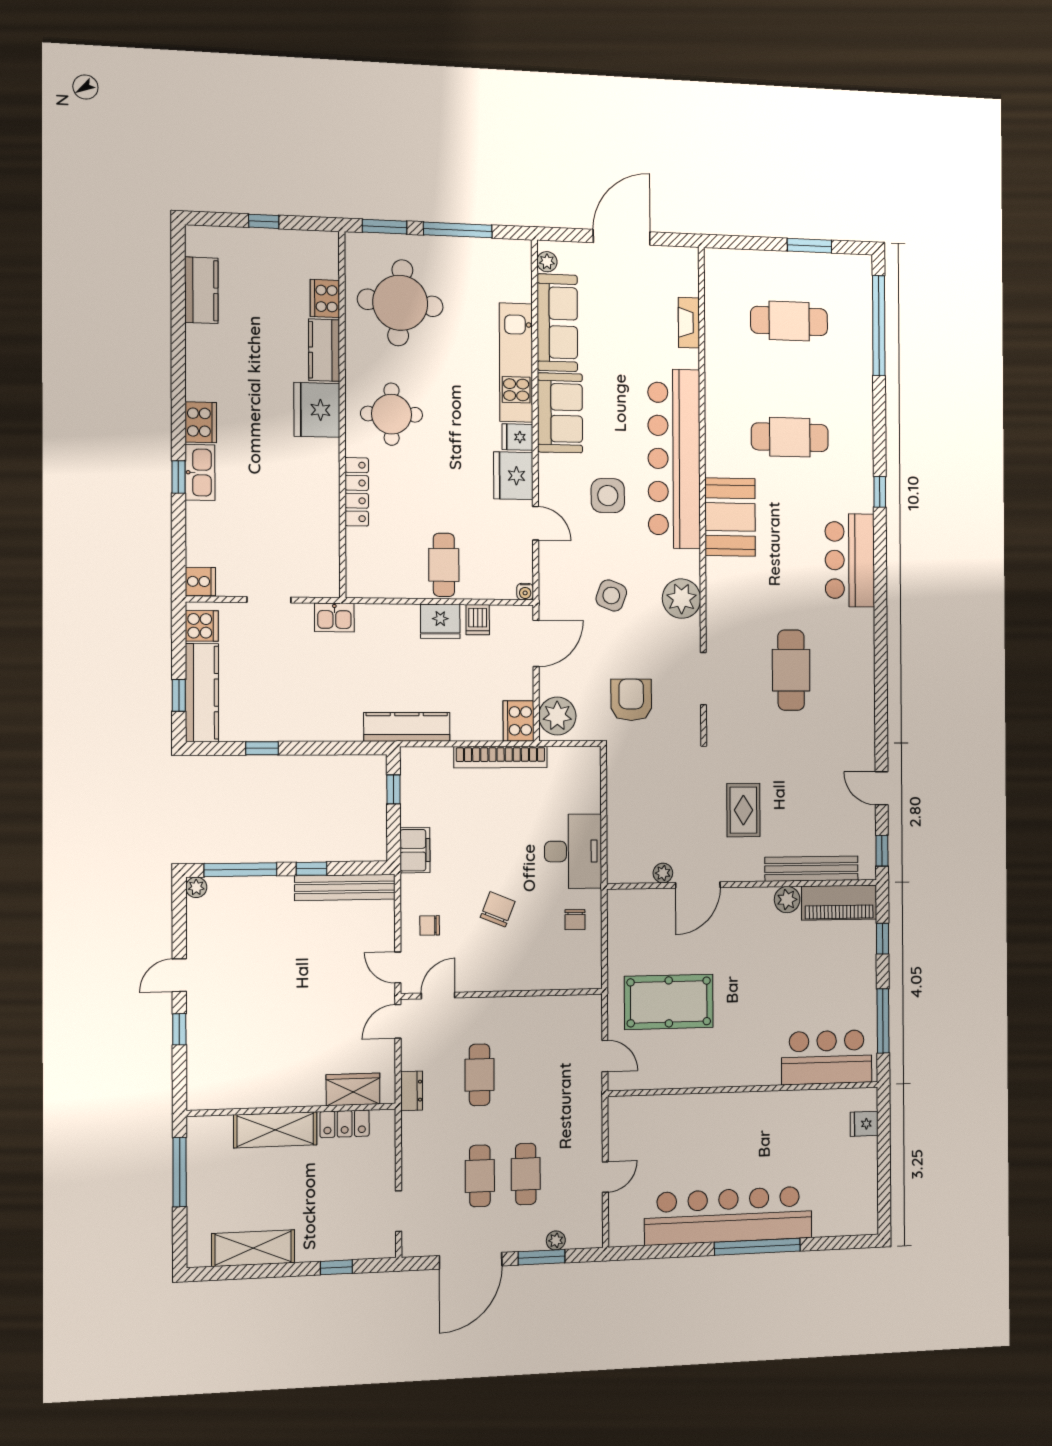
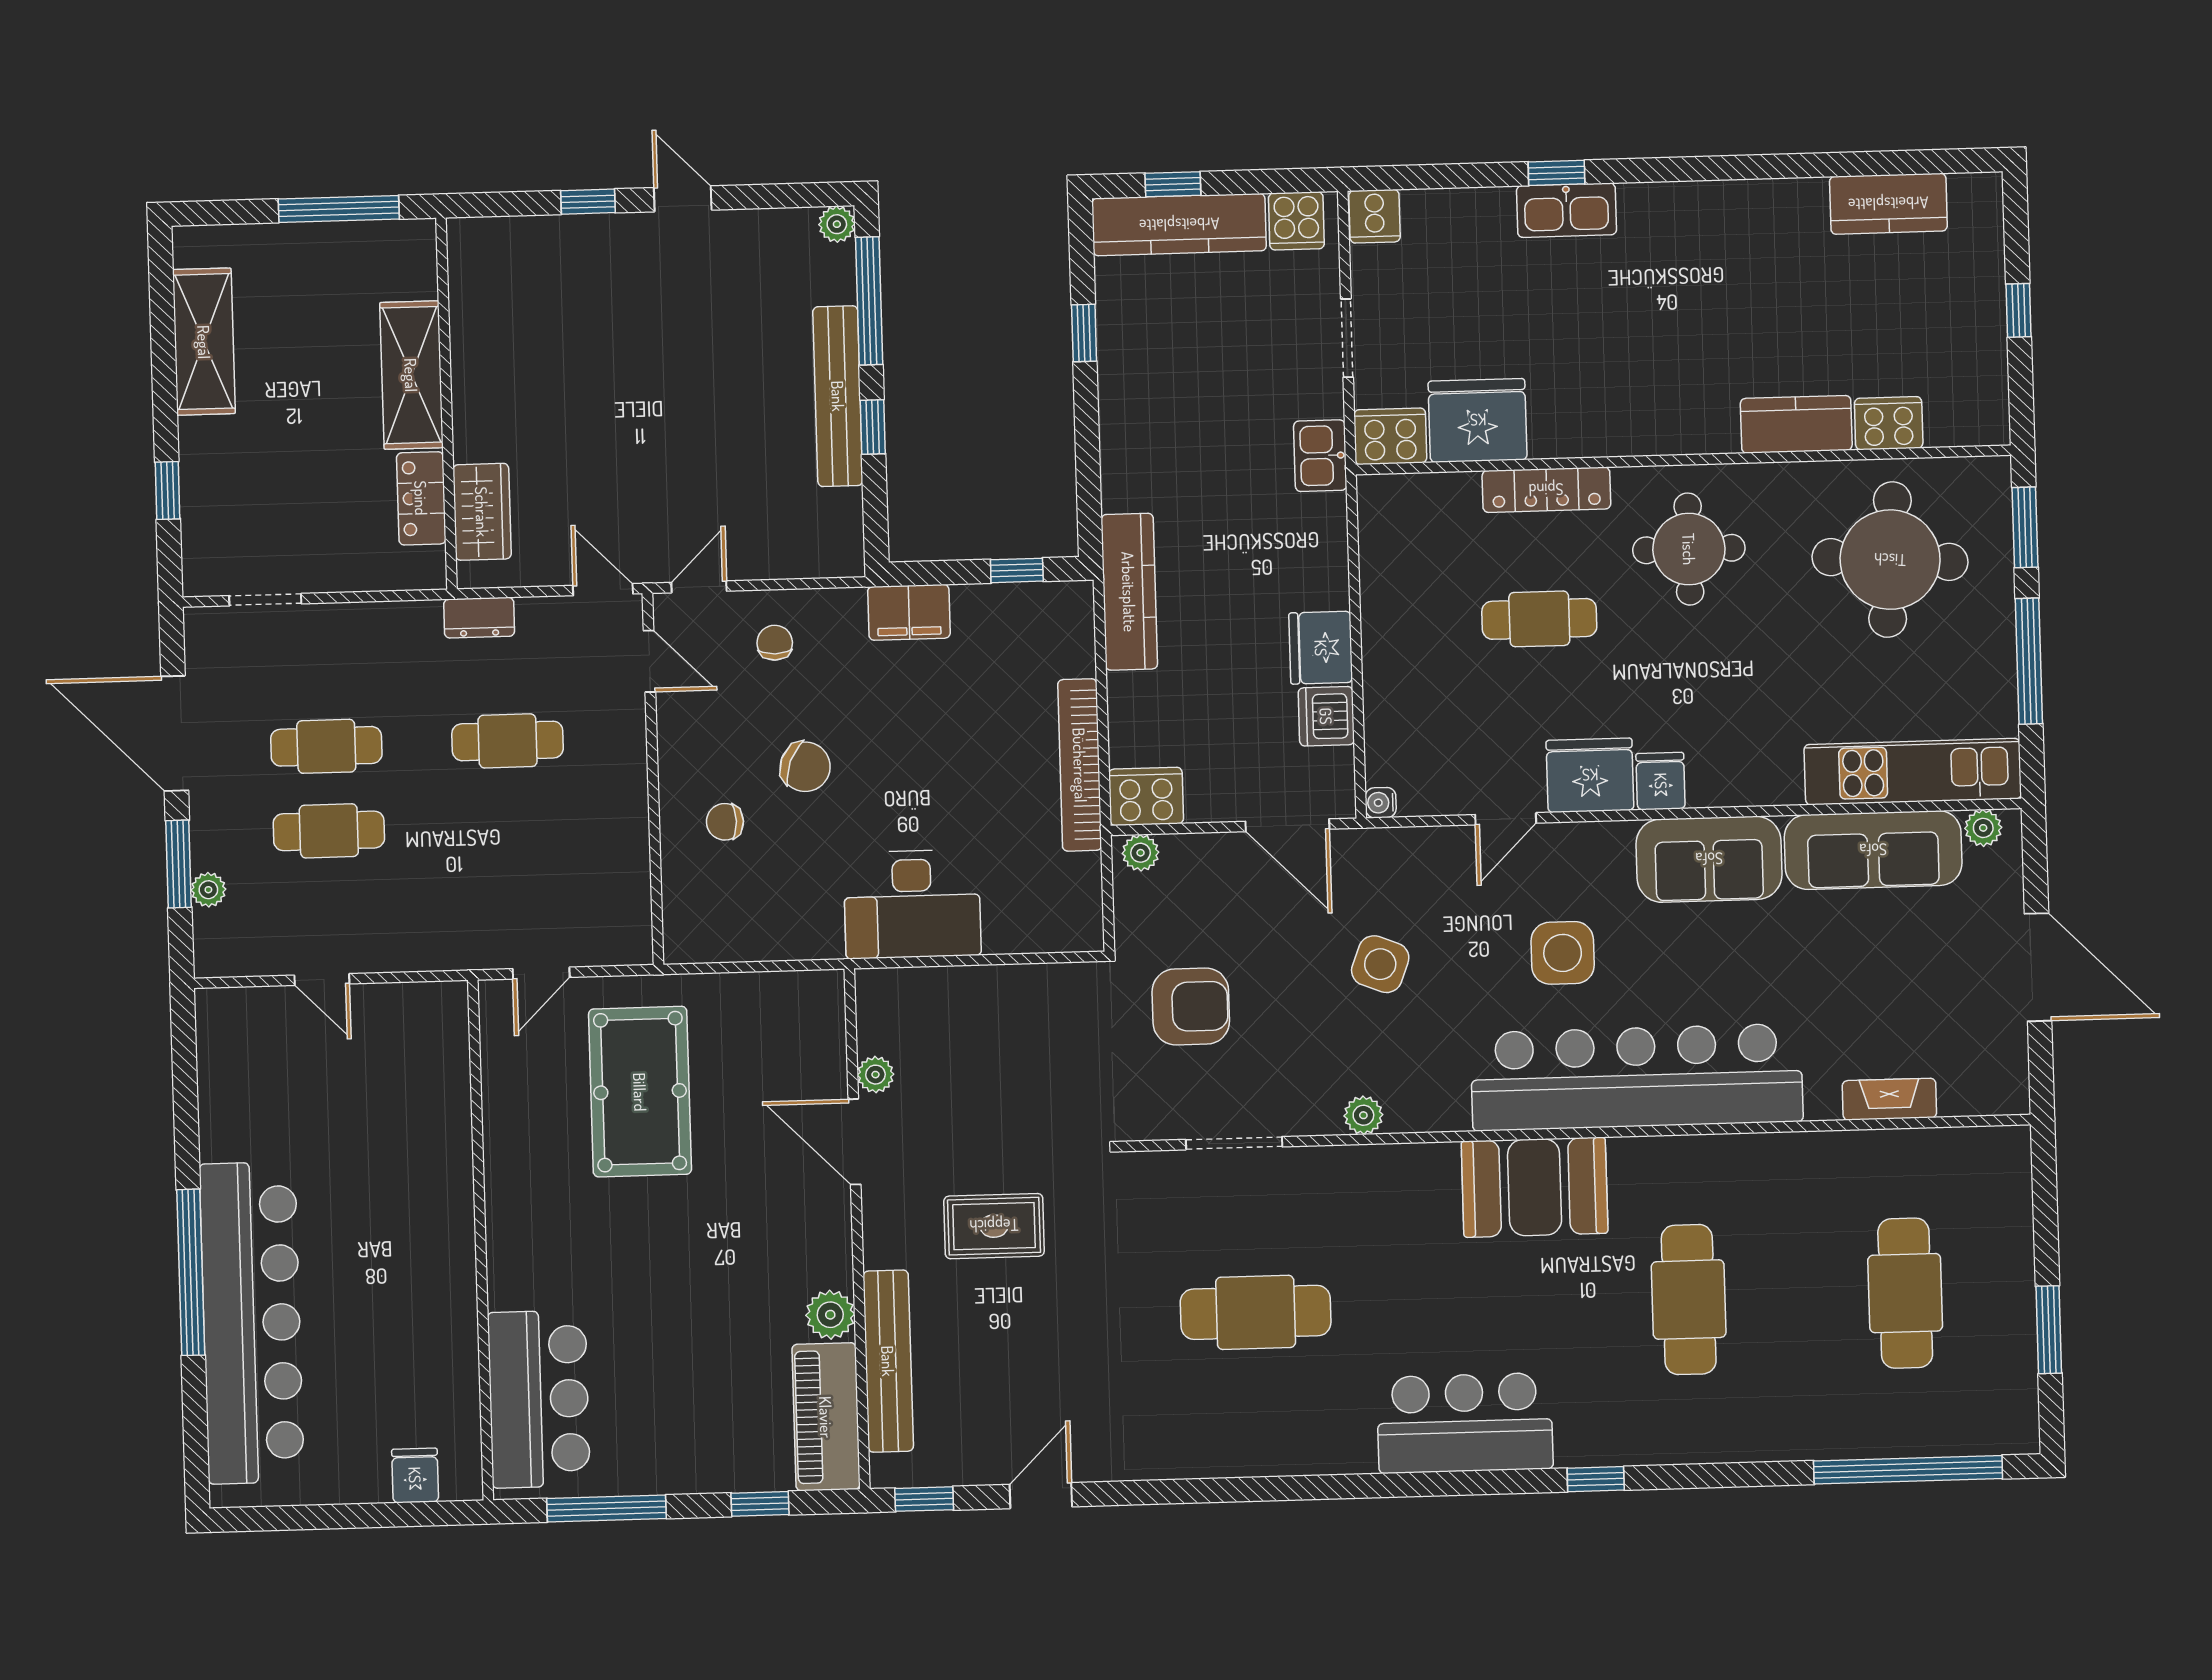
kitchen unit: (516, 363) -> (1913, 772), moved
fridge: (317, 410) -> (1478, 420), moved
cooker: (201, 422) -> (1390, 436), moved, turned 180
cafe table: (444, 565) -> (1539, 619), moved
plant: (682, 599) -> (1363, 1115), width x0.53, depth x0.53
dishwasher: (478, 620) -> (1326, 716), width x1.38
plant: (557, 716) -> (1141, 853), width x0.53, depth x0.53
bench: (345, 887) -> (838, 396), moved
chair: (575, 920) -> (725, 822), moved
bar counter: (729, 1216) -> (252, 1323), moved

